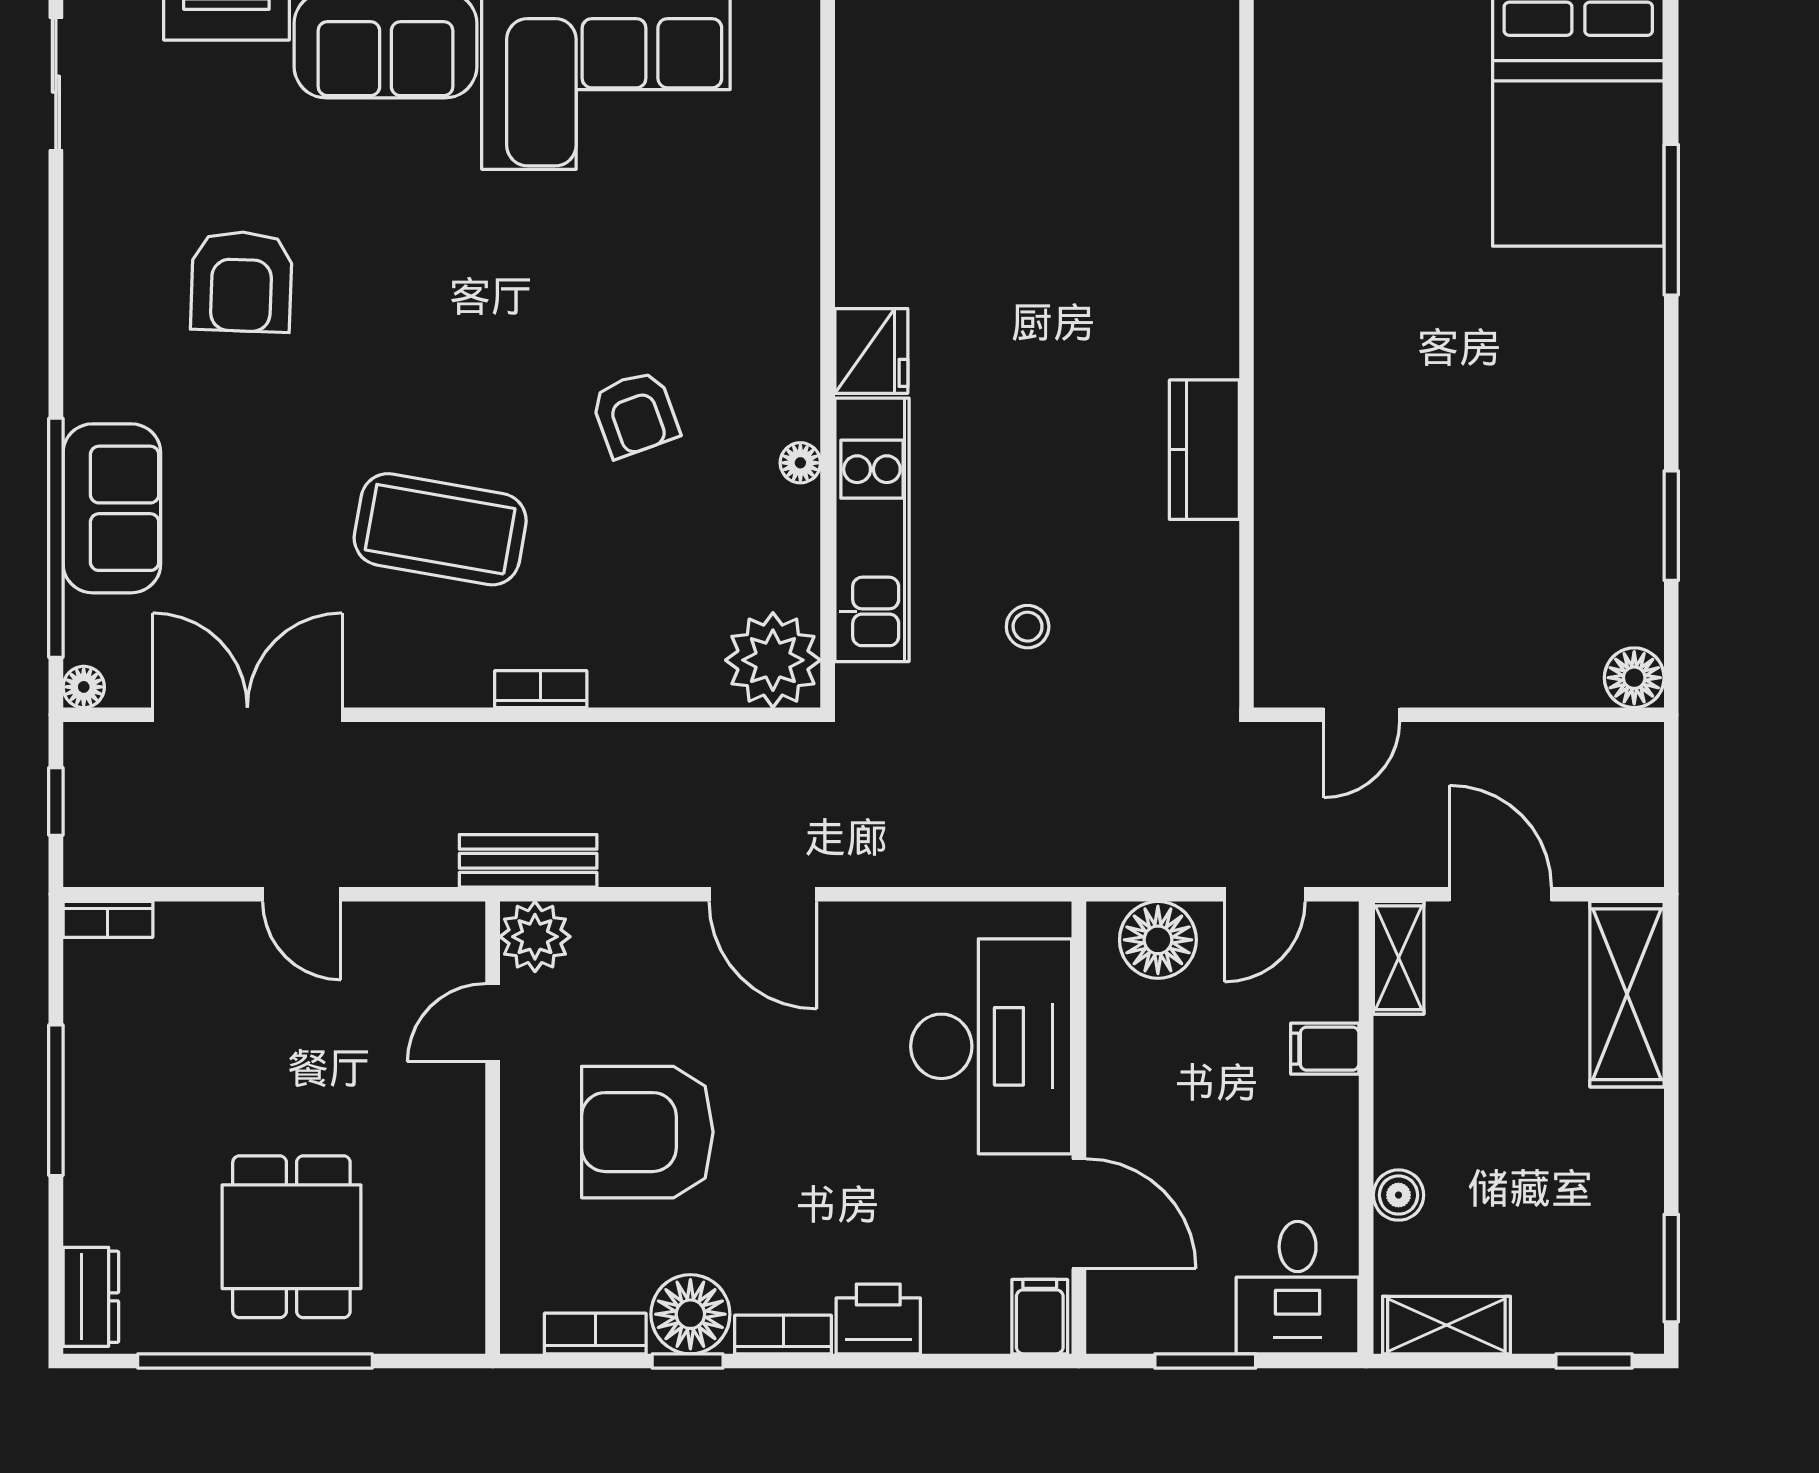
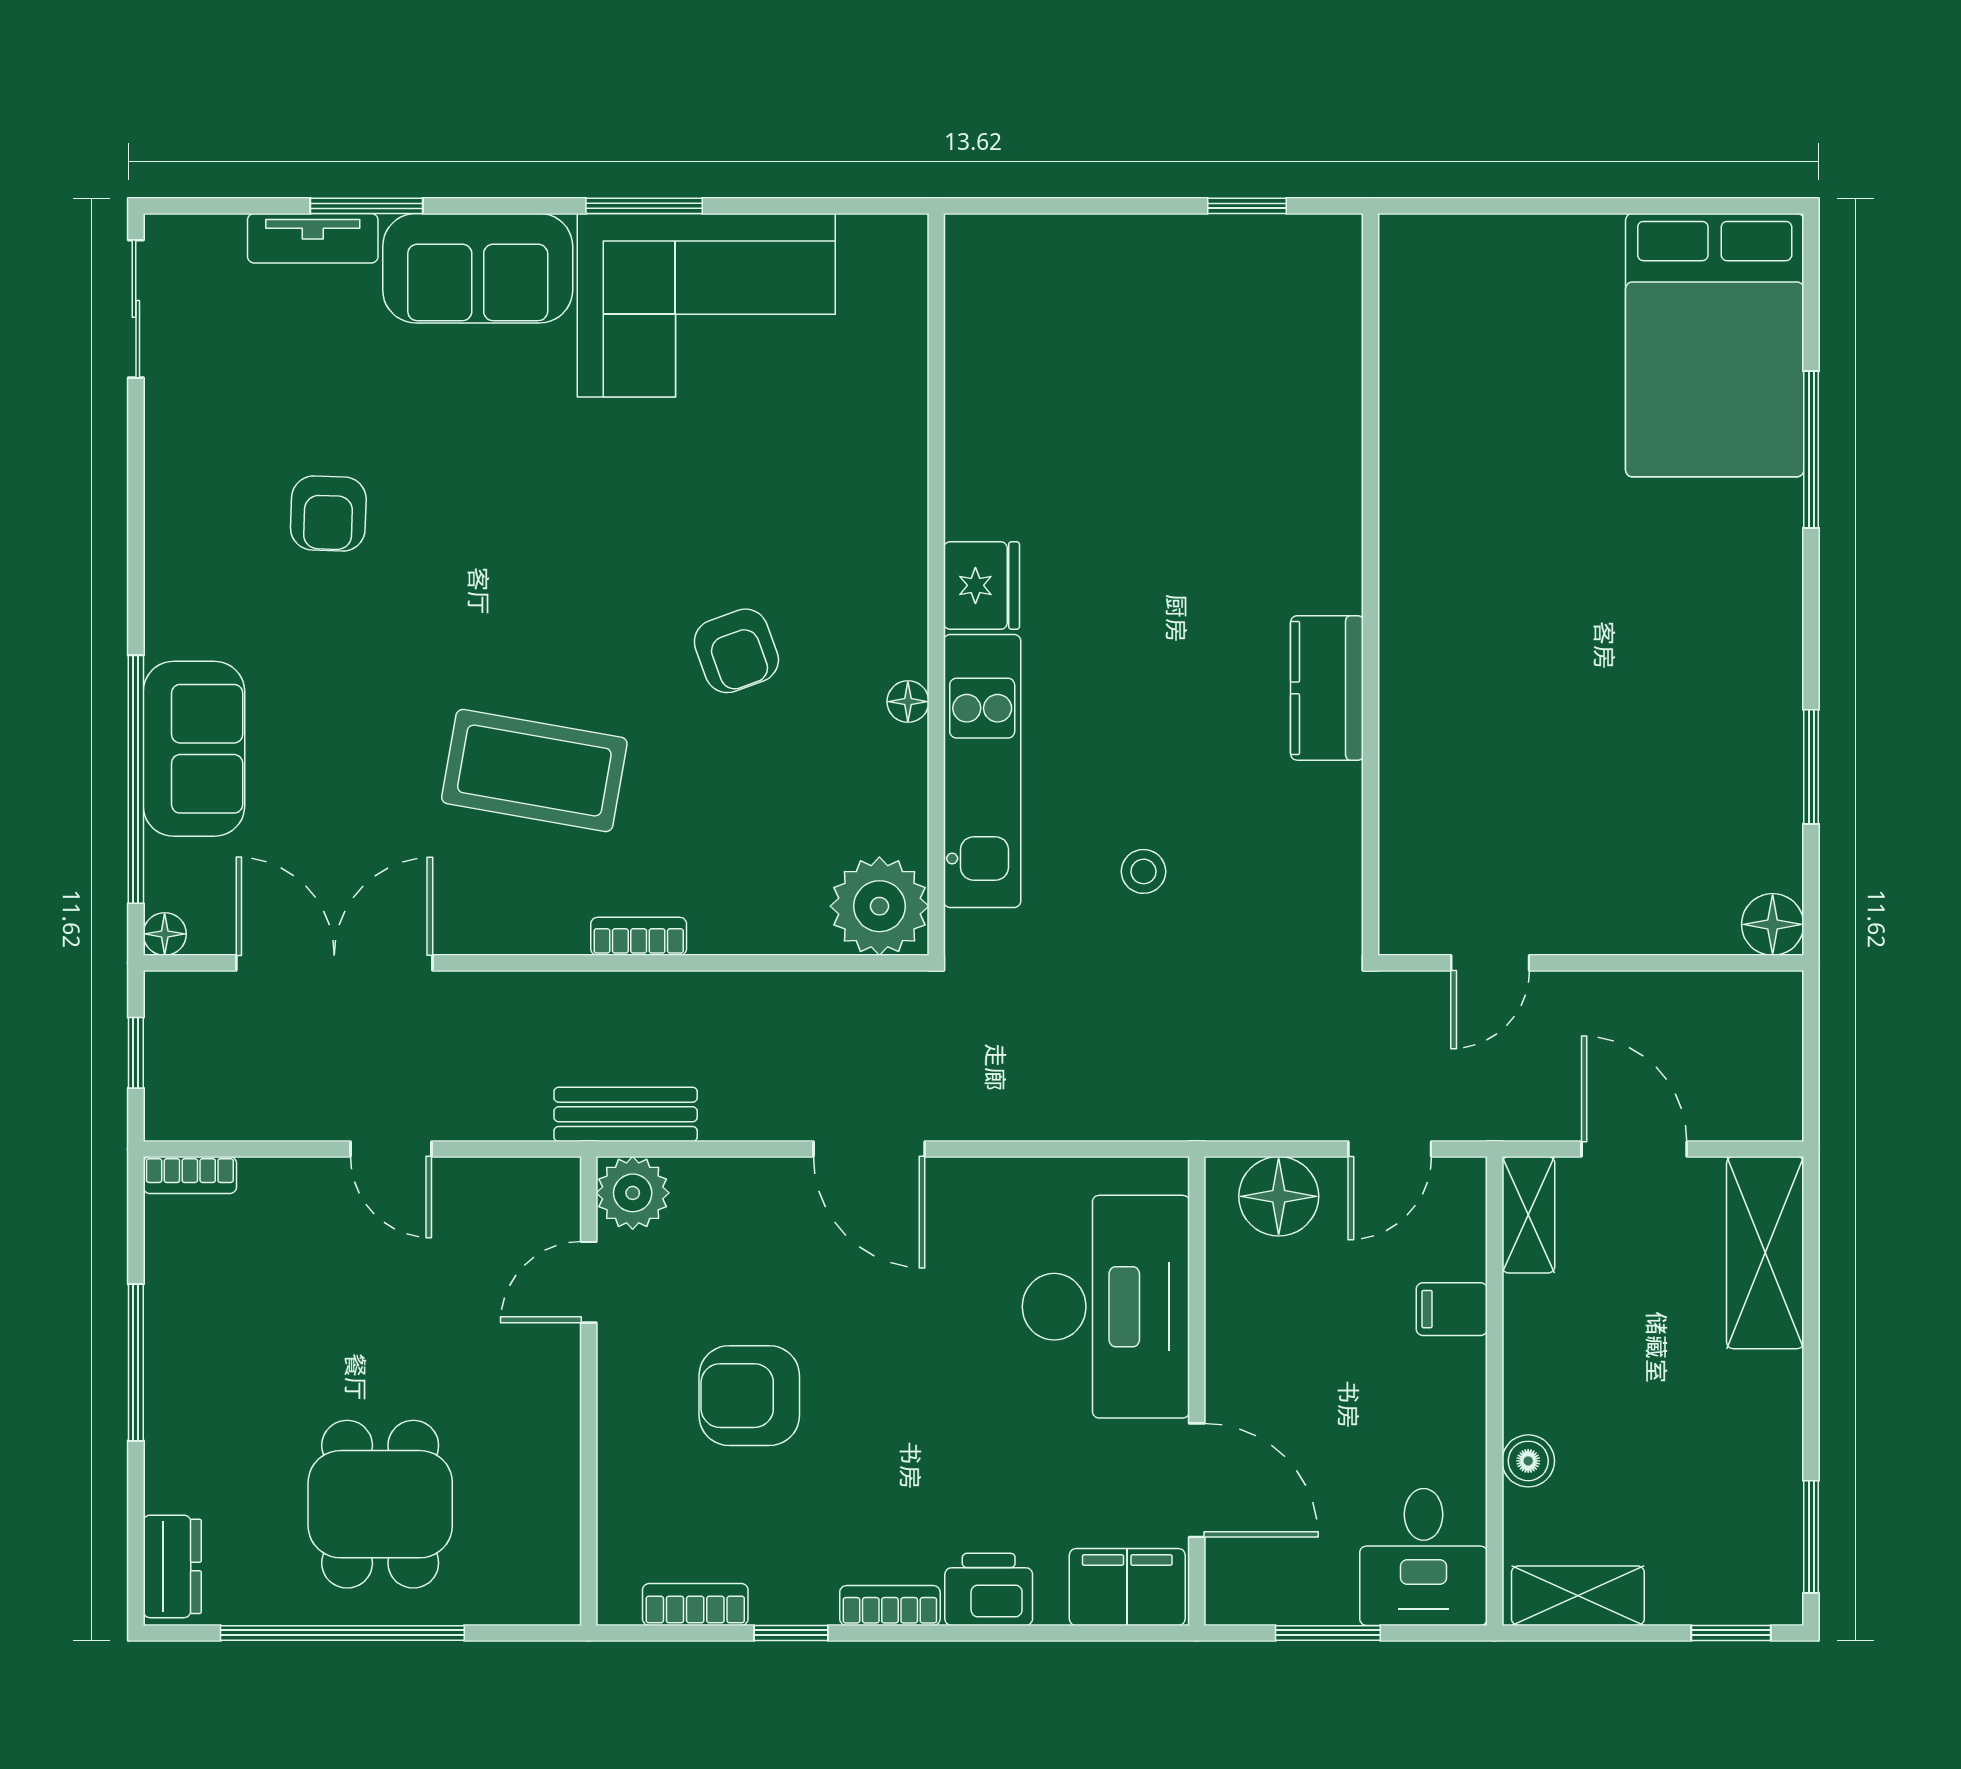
armchair: (241, 281) -> (328, 513), width x0.72, depth x0.72
armchair: (647, 1132) -> (749, 1396), width x0.73, depth x0.73
floor lamp: (690, 1314) -> (794, 1584), removed
filing cabinet: (1040, 1317) -> (1127, 1587), width x2.00

